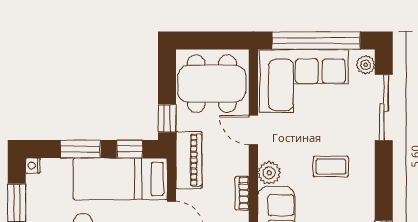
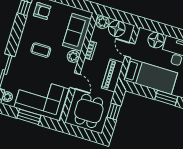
window: (316, 41) -> (29, 117), width x0.47
dining table: (212, 84) -> (89, 111), width x0.73
window: (167, 118) -> (114, 112), moved
window: (130, 149) -> (141, 90), removed

